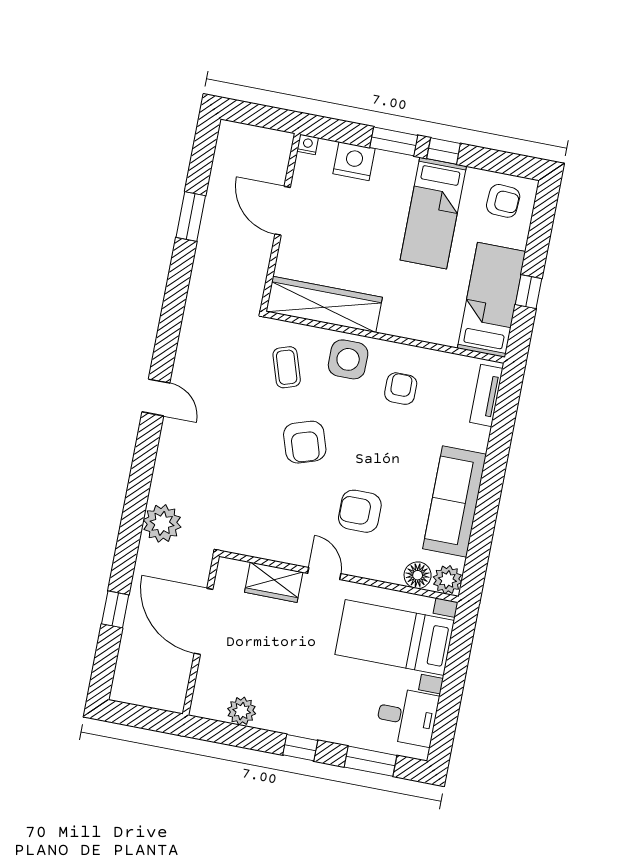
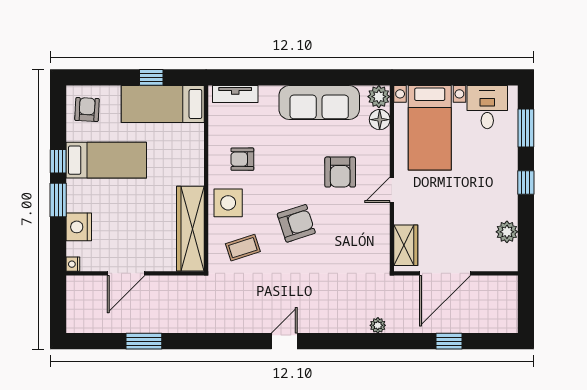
plant: (162, 523) -> (378, 325), width x0.53, depth x0.53
wardrobe: (274, 582) -> (406, 245), moved

